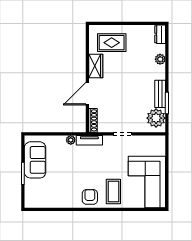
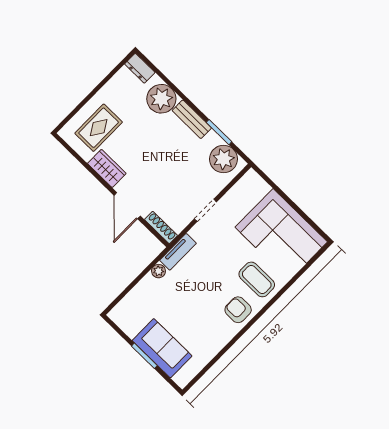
plant: (160, 59) -> (161, 99), width x1.88, depth x1.88
bench: (160, 94) -> (192, 119), moved
sofa: (35, 160) -> (162, 348), moved

